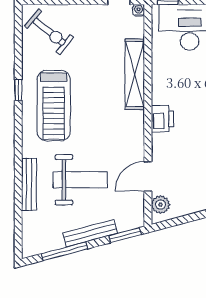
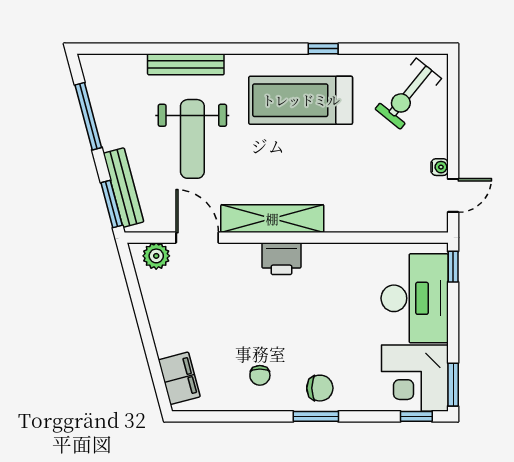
water cooler: (139, 10) -> (440, 167), moved
shelving: (135, 74) -> (272, 219), moved
bench: (90, 233) -> (124, 188), moved

